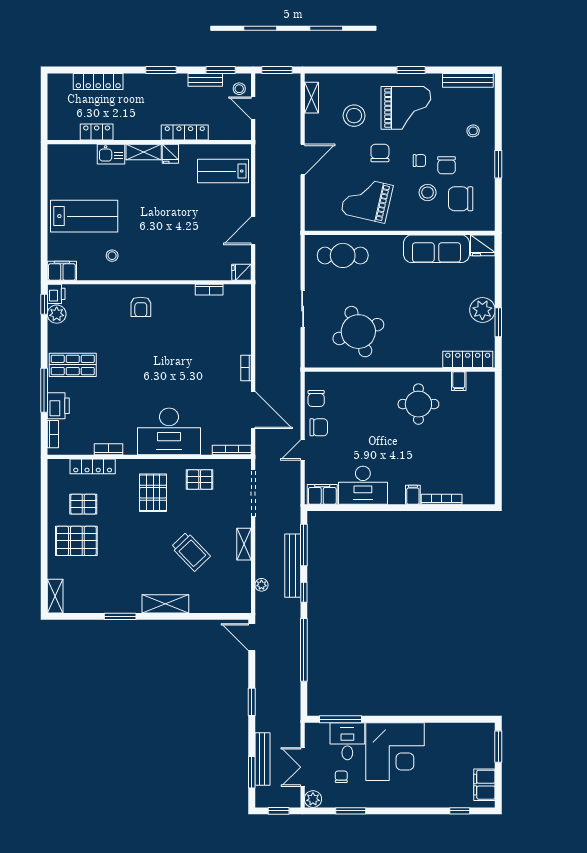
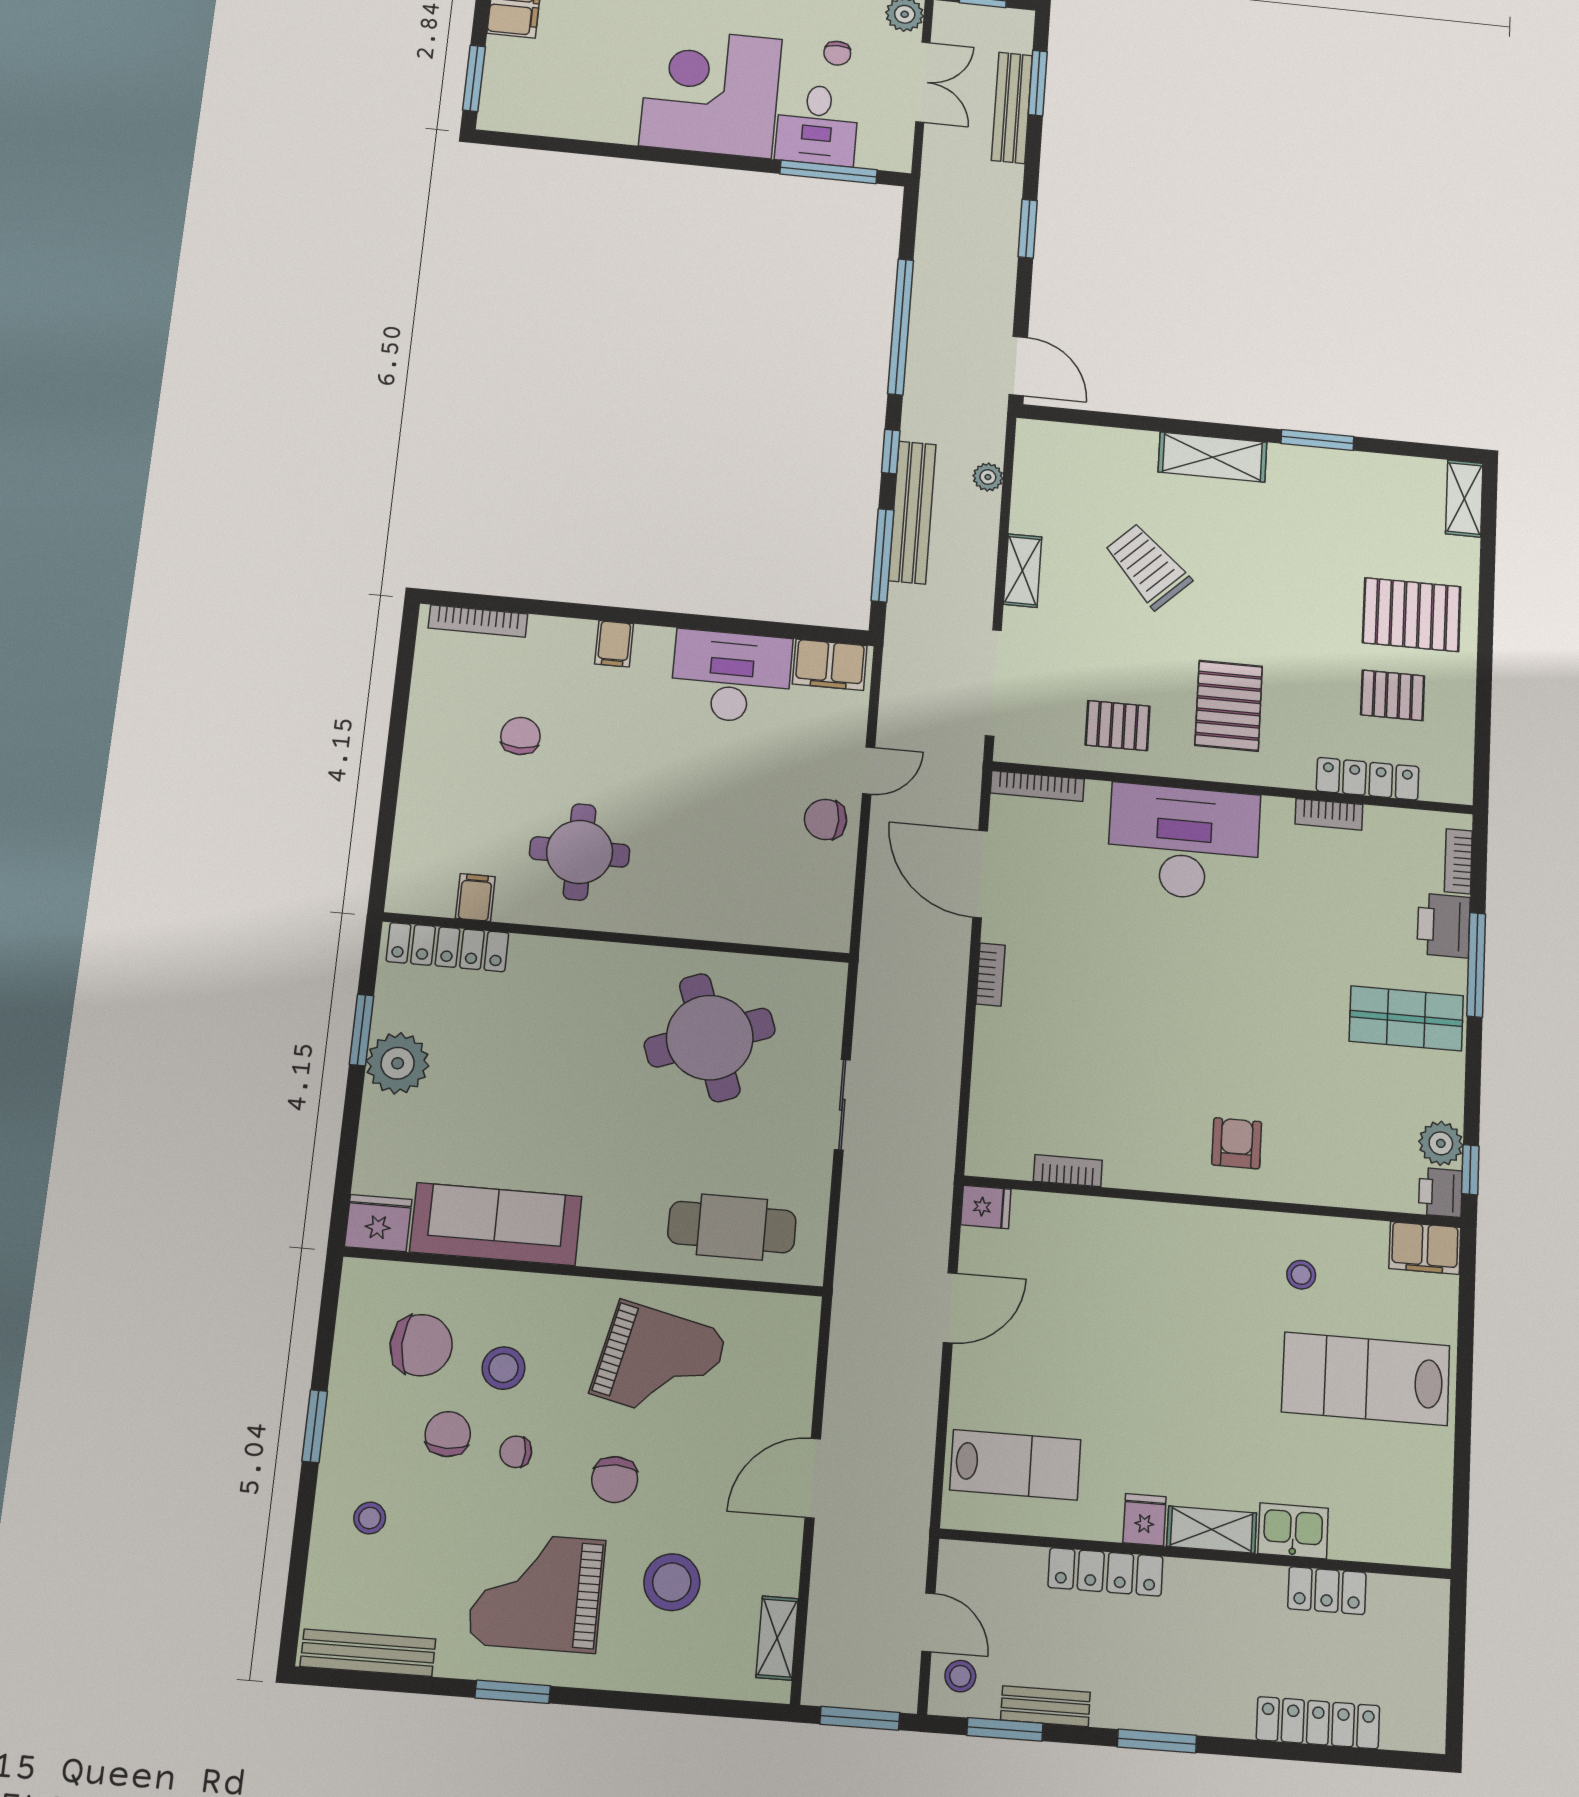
chair: (316, 398) -> (520, 736), moved
bookcase: (442, 499) -> (478, 621), moved

